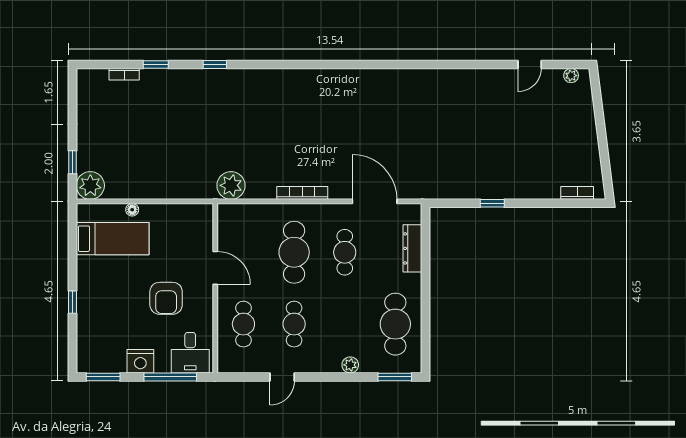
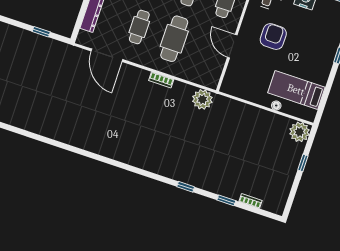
window: (72, 162) -> (303, 163), moved
bookcase: (302, 193) -> (161, 80), width x0.64
window: (492, 203) -> (41, 32), moved

